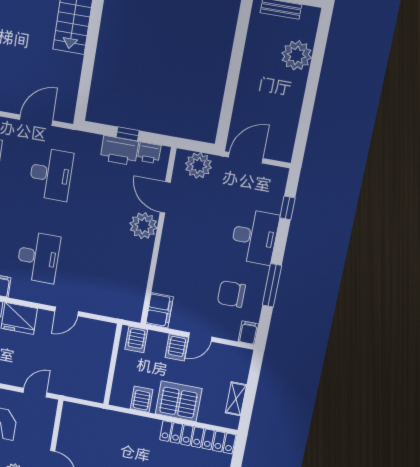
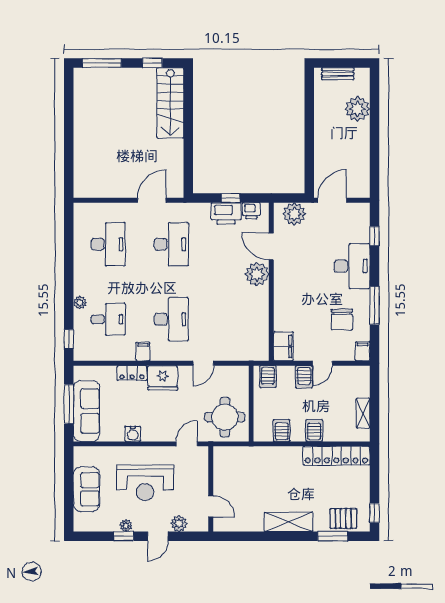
chair: (231, 294) -> (342, 320), turned -90
round table: (81, 373) -> (225, 417), added
server rack: (179, 401) -> (314, 430), width x0.46, depth x0.70

